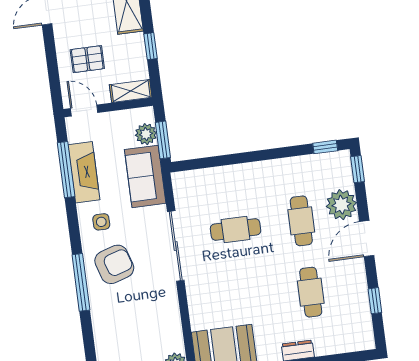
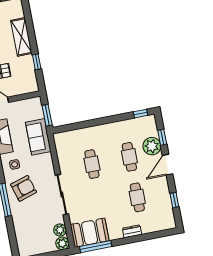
shelving: (131, 91) -> (27, 88), removed
plant: (146, 134) -> (60, 230), moved
window: (358, 169) -> (162, 137), moved
cafe table: (236, 230) -> (92, 164), turned 90
sliding door: (176, 246) -> (62, 195), moved

